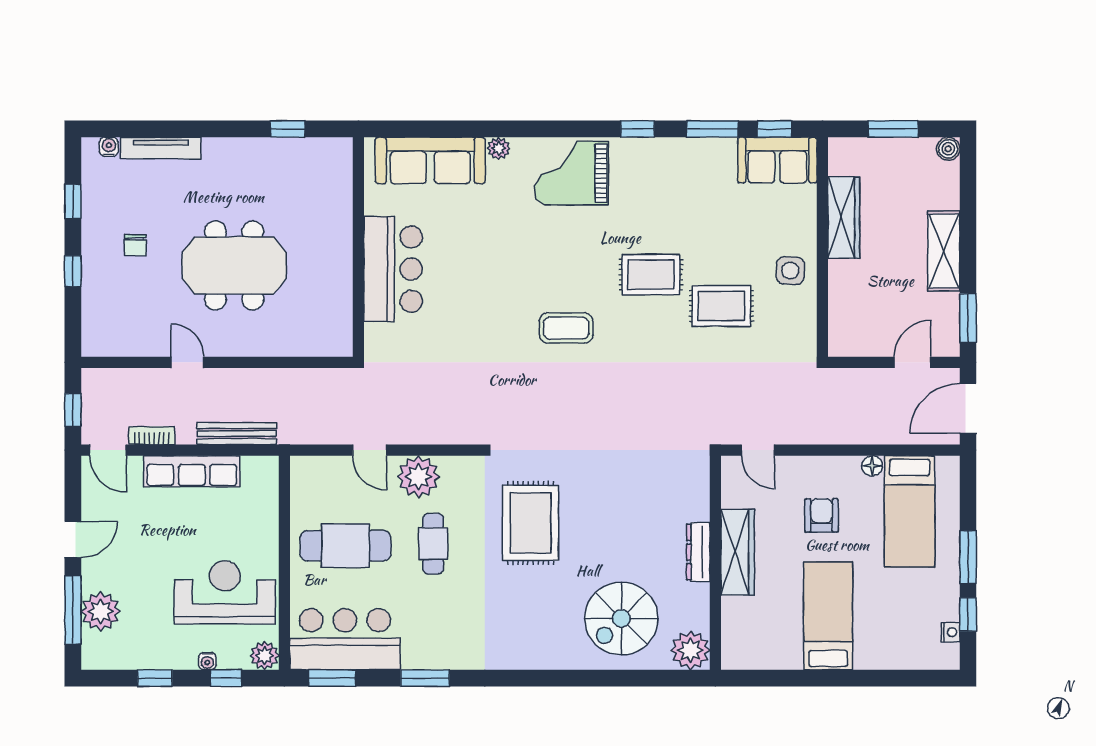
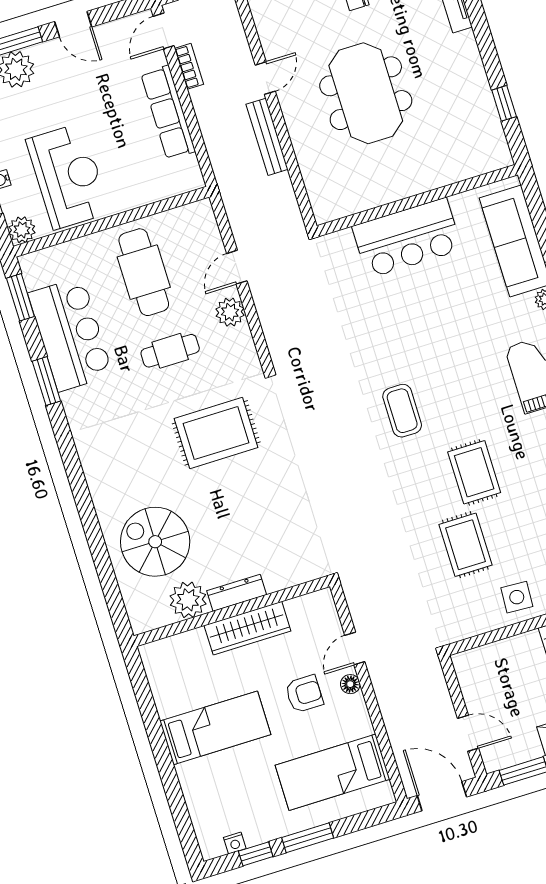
bench: (237, 434) -> (267, 137), moved
door: (758, 450) -> (355, 649), moved
floor lamp: (872, 466) -> (350, 684), moved
plant: (418, 477) -> (230, 312), width x0.73, depth x0.73
bar counter: (345, 639) -> (70, 334), moved
plant: (690, 650) -> (188, 600), moved

